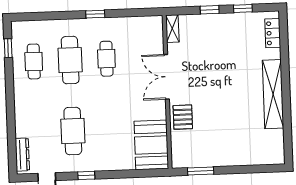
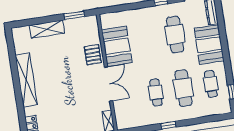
booth: (30, 113) -> (209, 45), added
booth: (151, 145) -> (117, 46), moved
shelving: (239, 157) -> (47, 29), added

